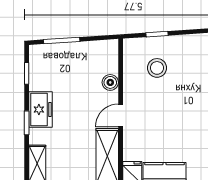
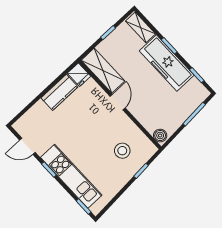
boiler: (110, 82) -> (160, 136), moved
freezer: (41, 109) -> (167, 63), width x1.91, depth x1.26

